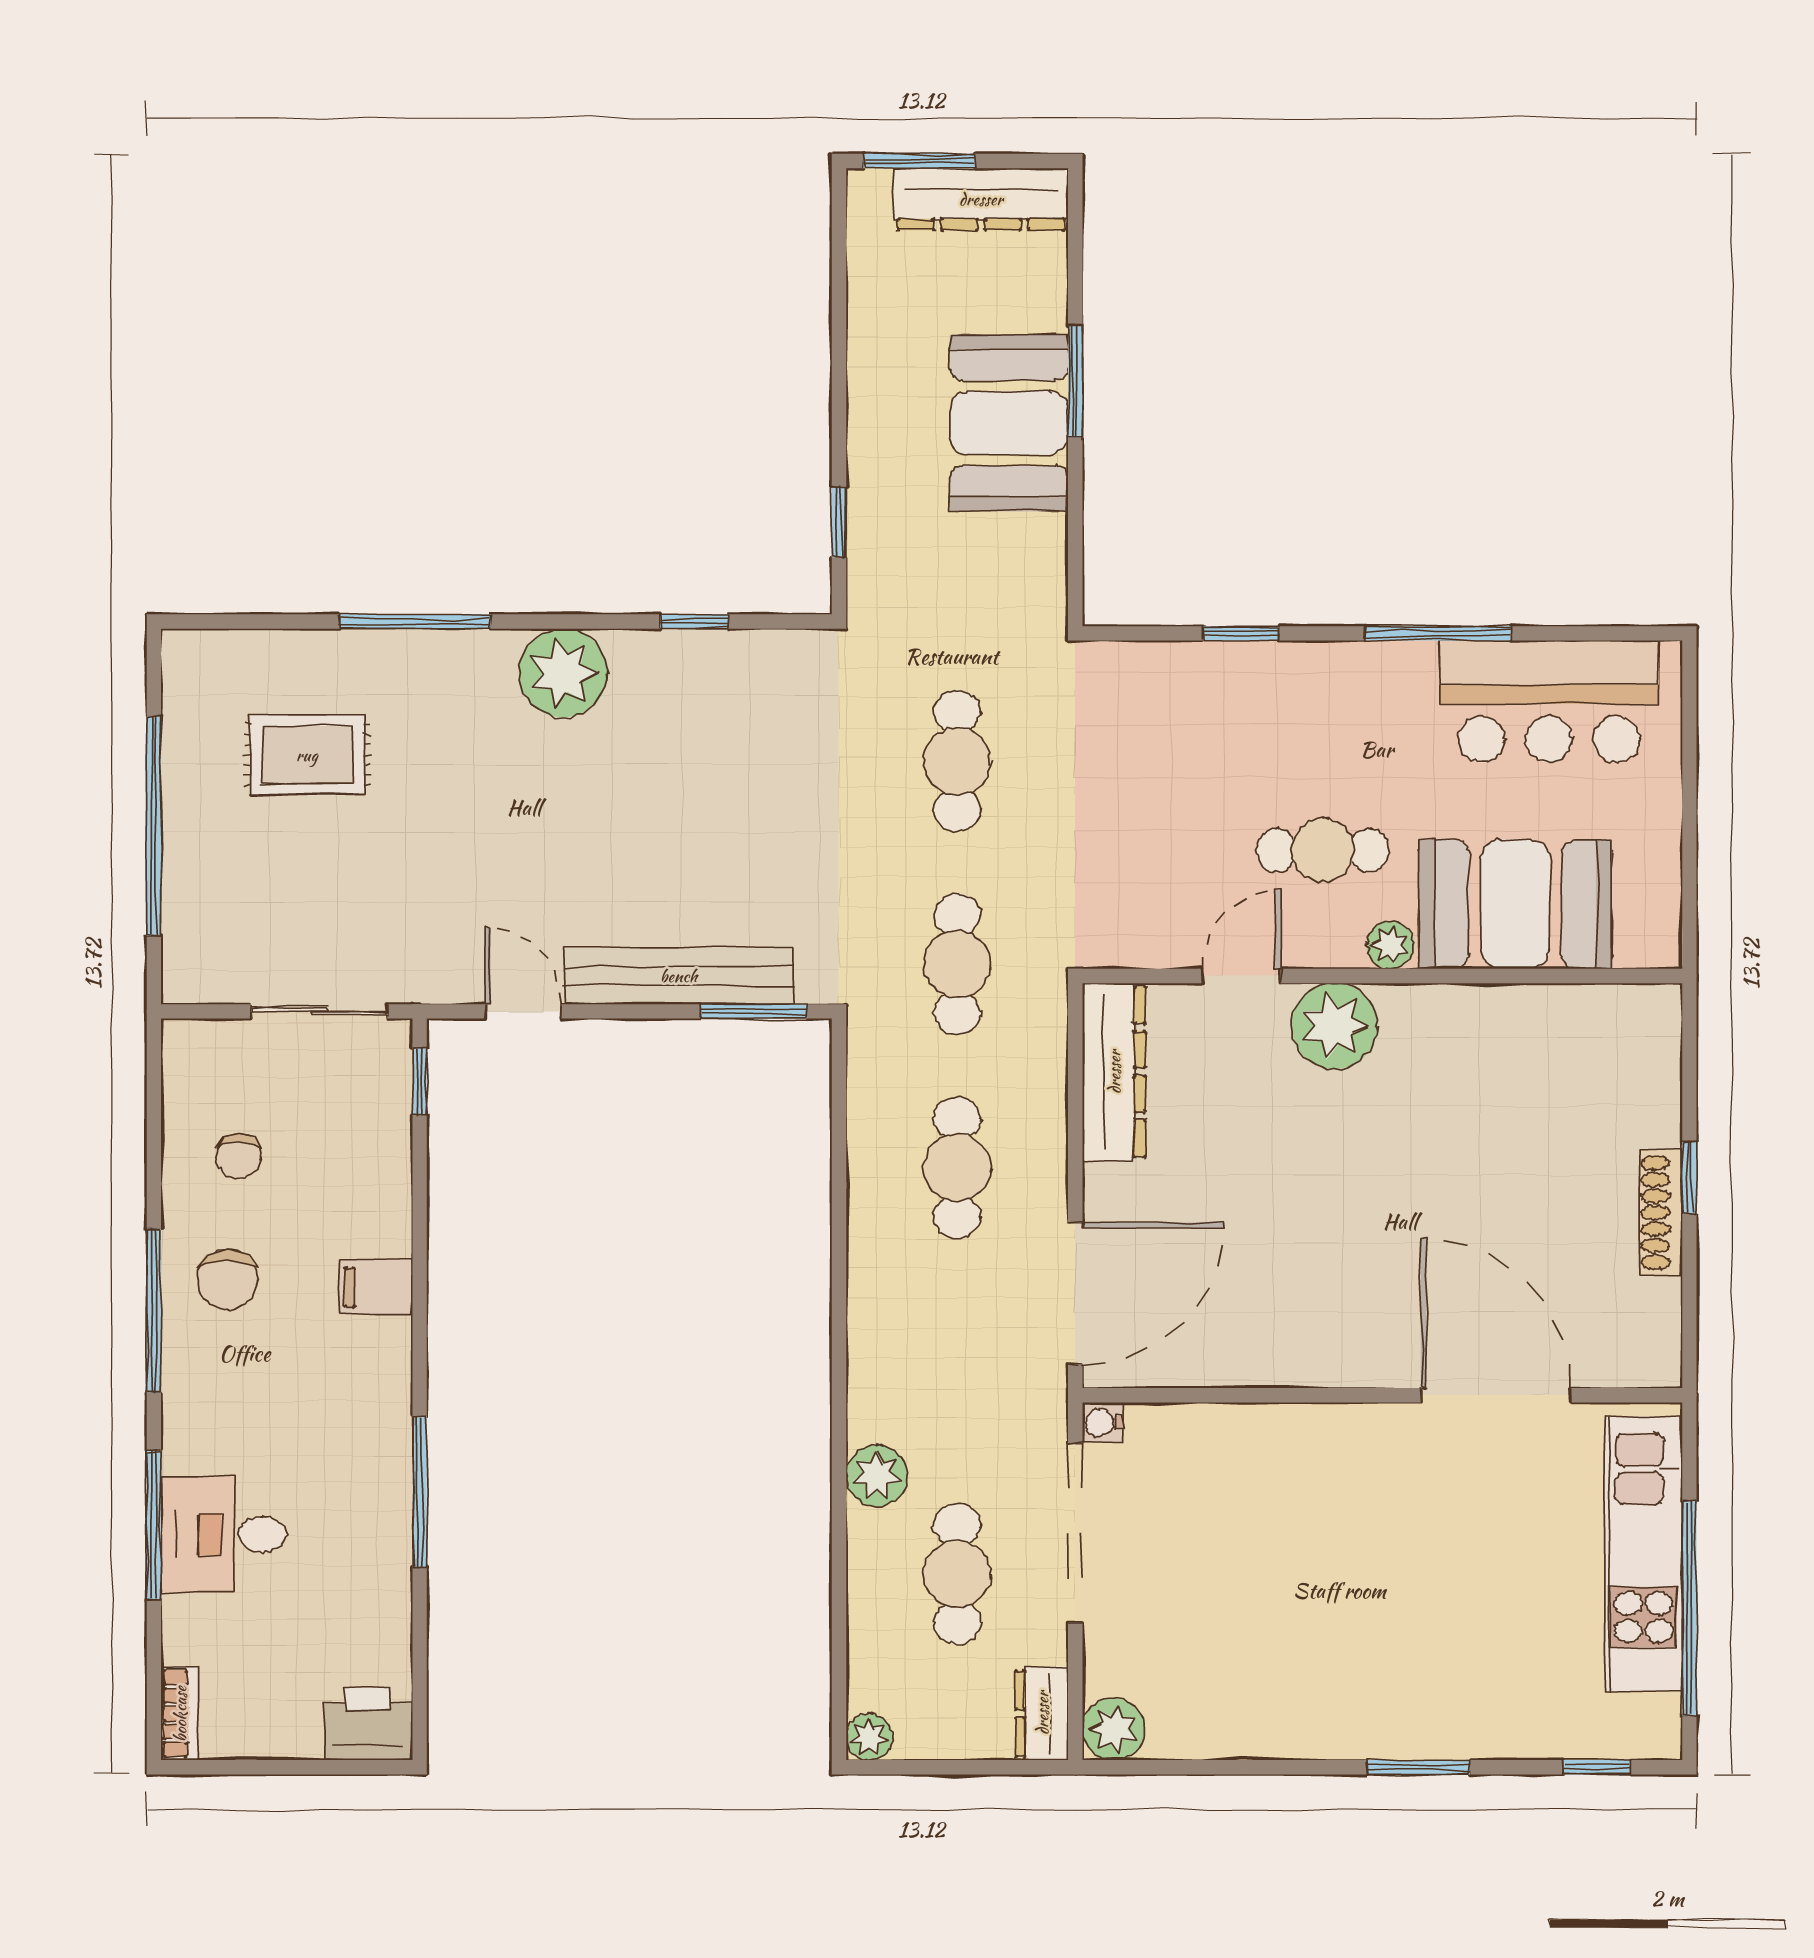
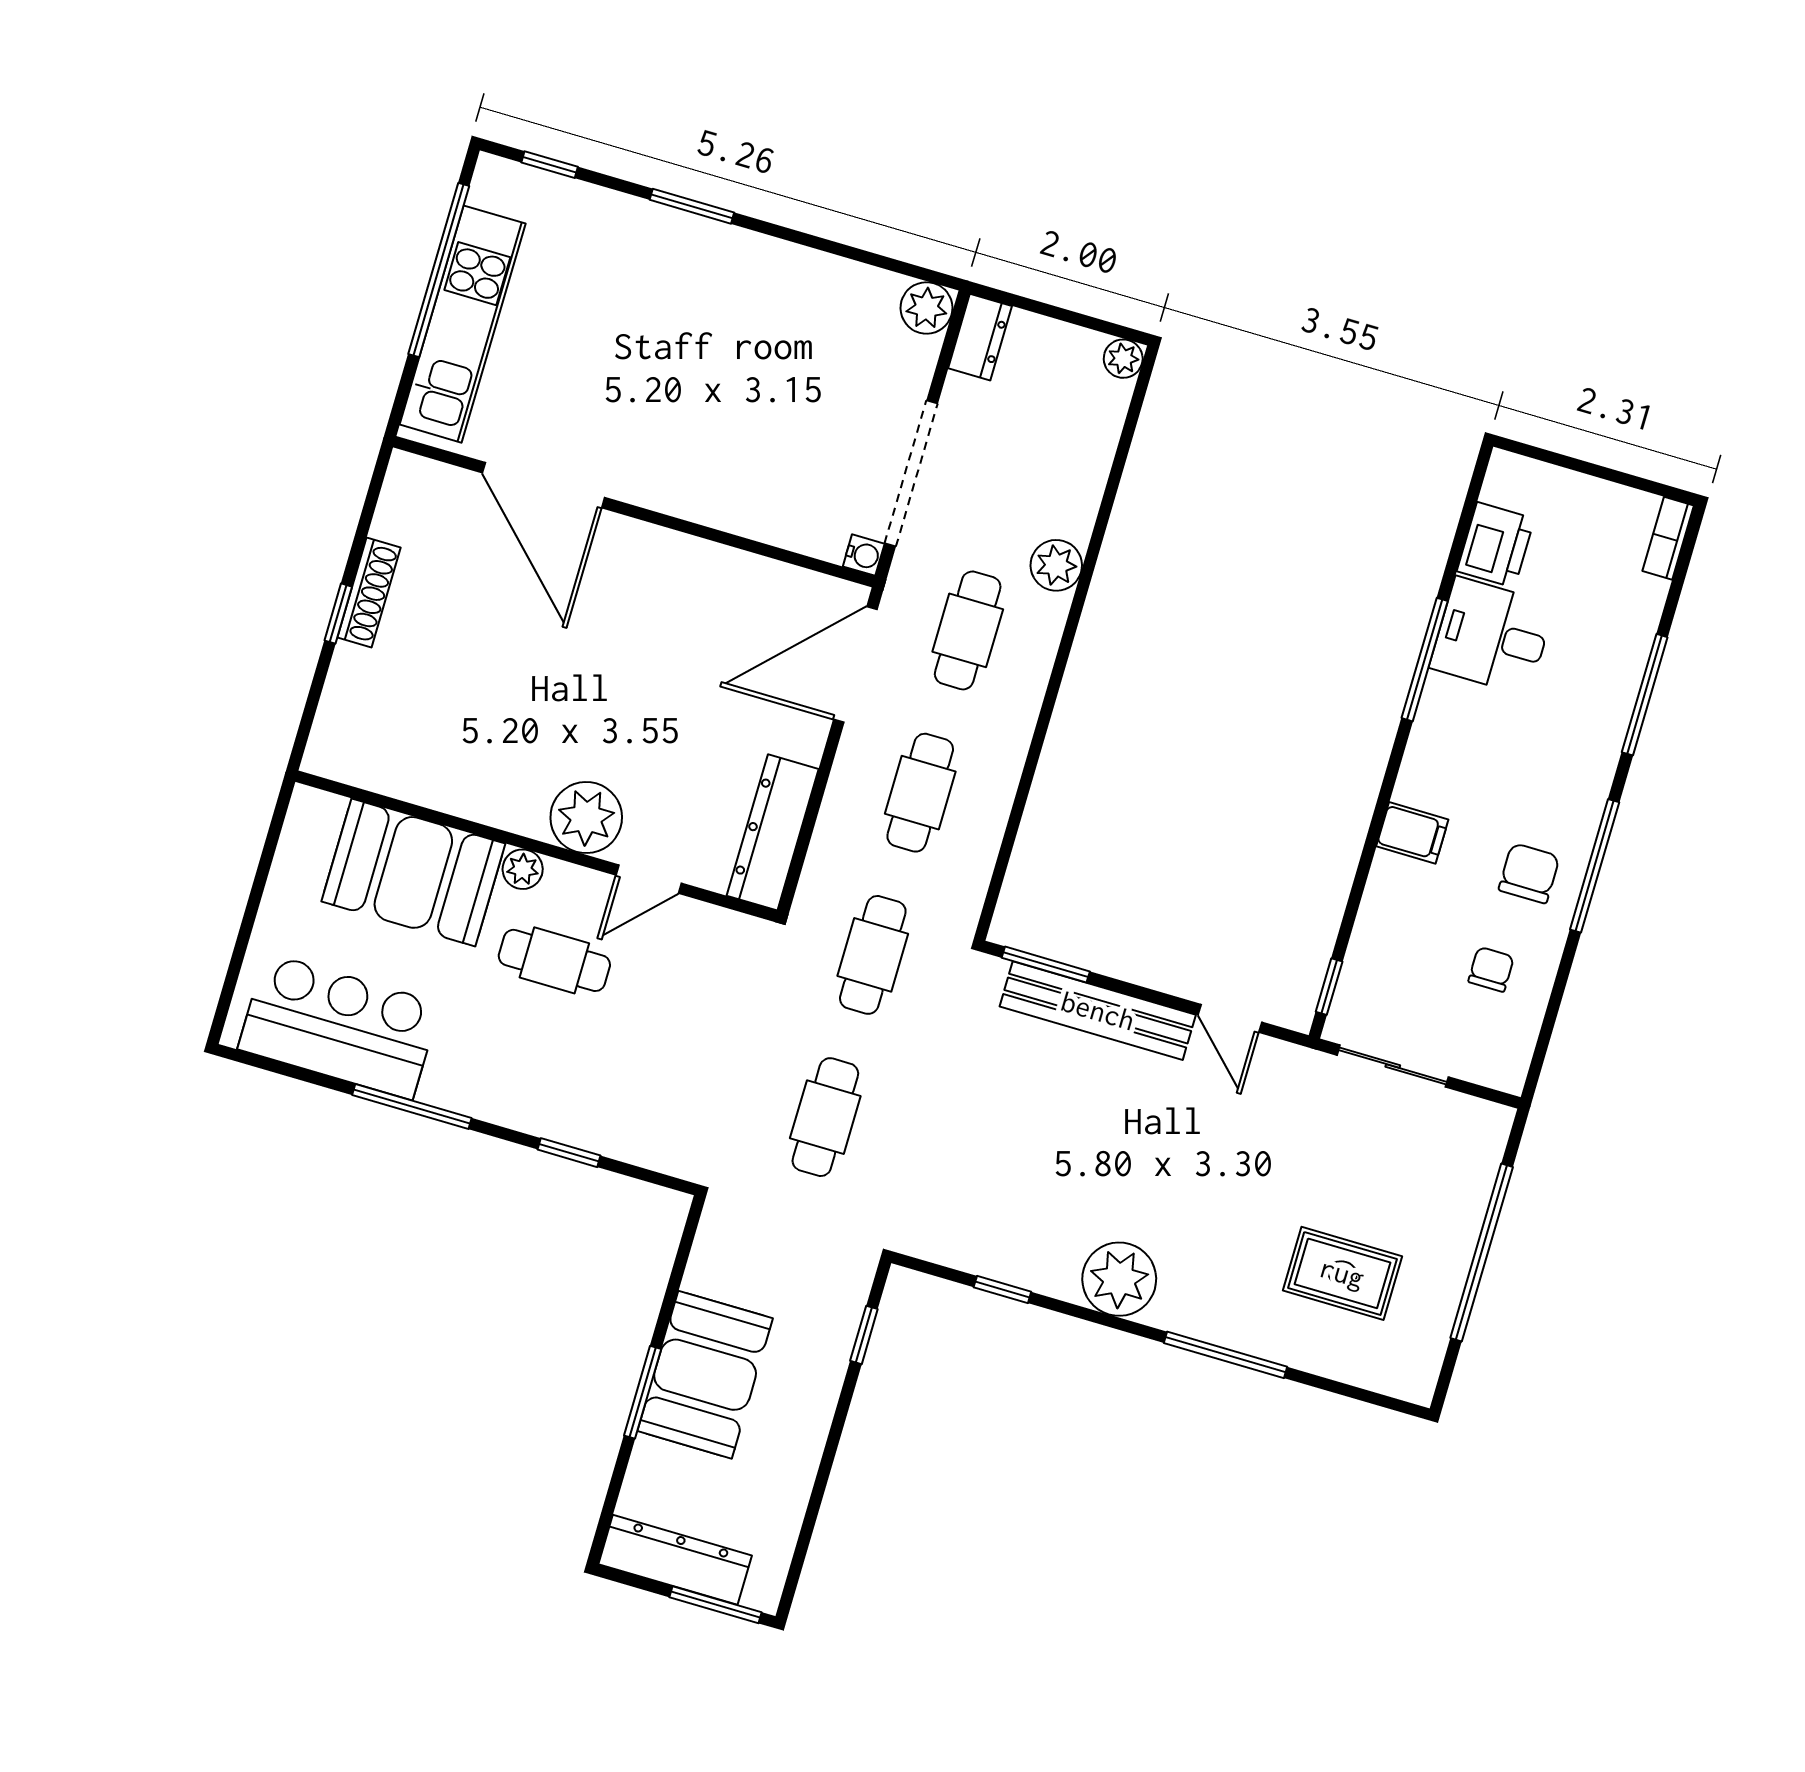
desk: (224, 1534) -> (1492, 636), moved, turned 180
cafe table: (957, 1574) -> (968, 630), moved
printer: (368, 1724) -> (1496, 545), moved, turned -90

